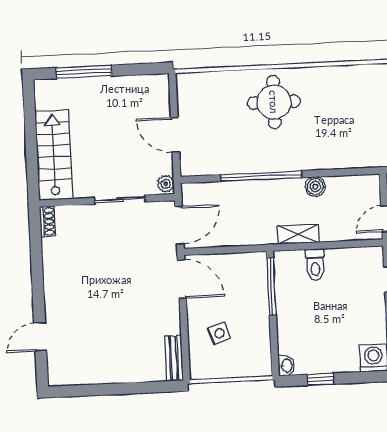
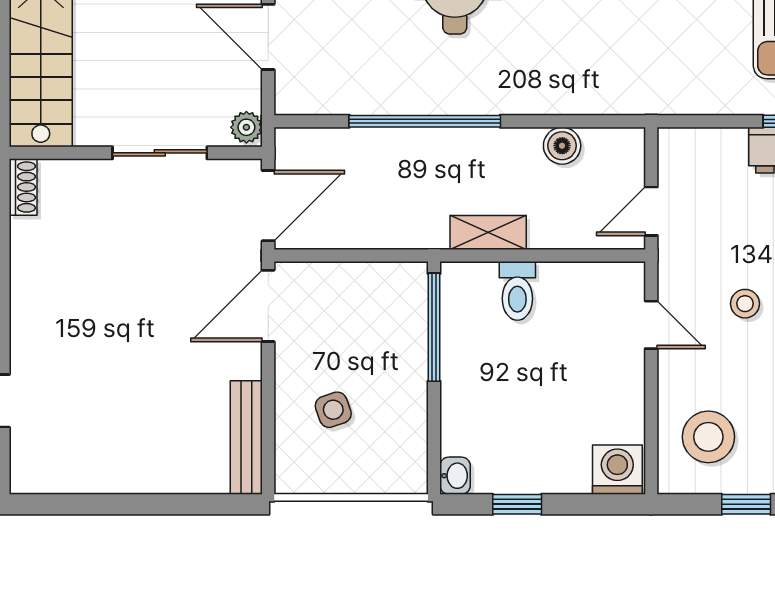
boiler: (315, 187) -> (562, 146), moved
door: (182, 279) -> (268, 306), swing flipped
bench: (174, 358) -> (246, 438), width x1.36

